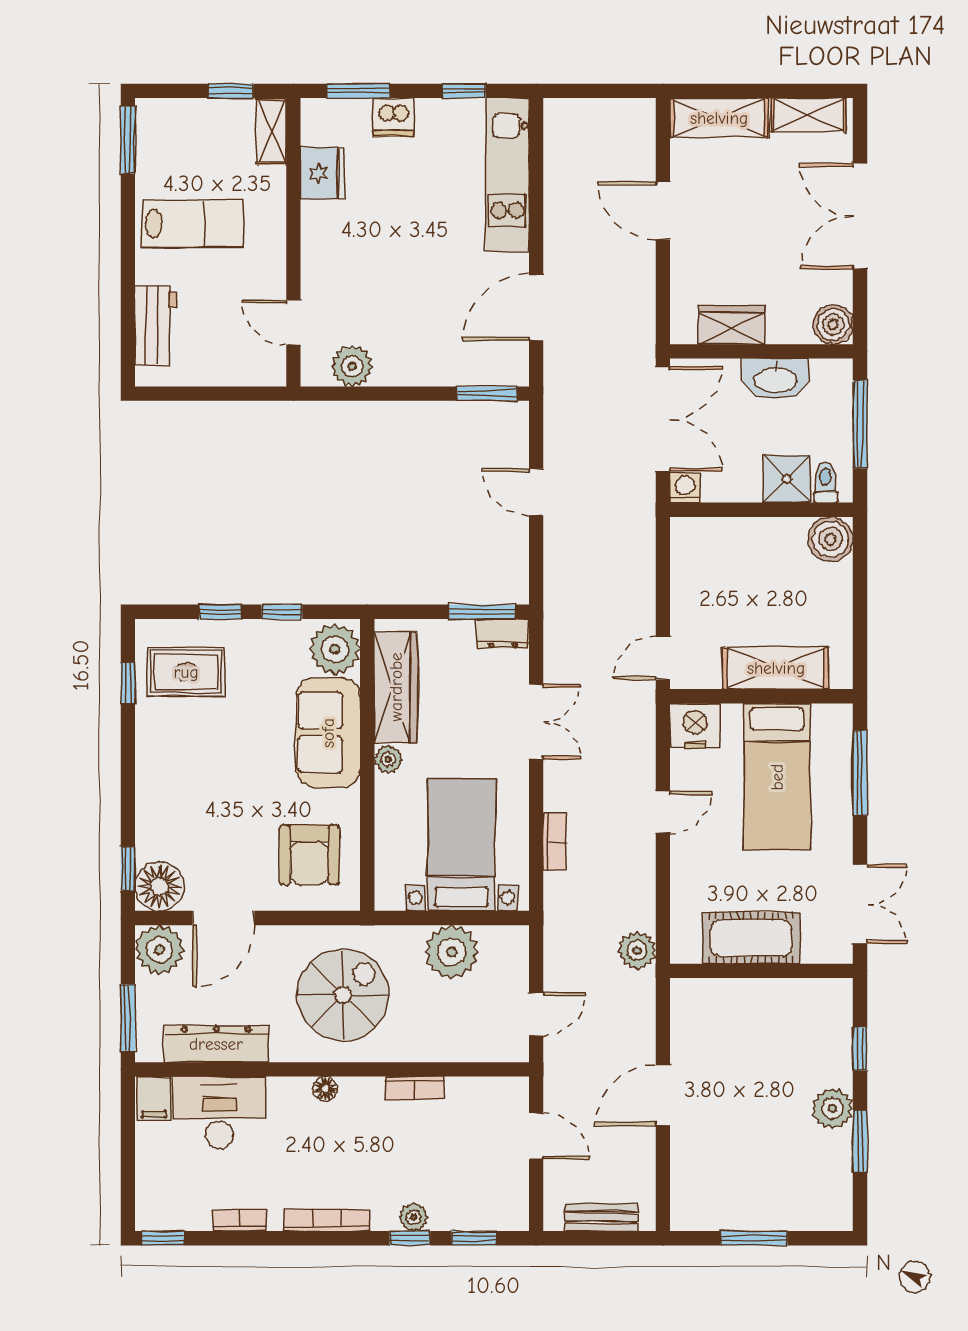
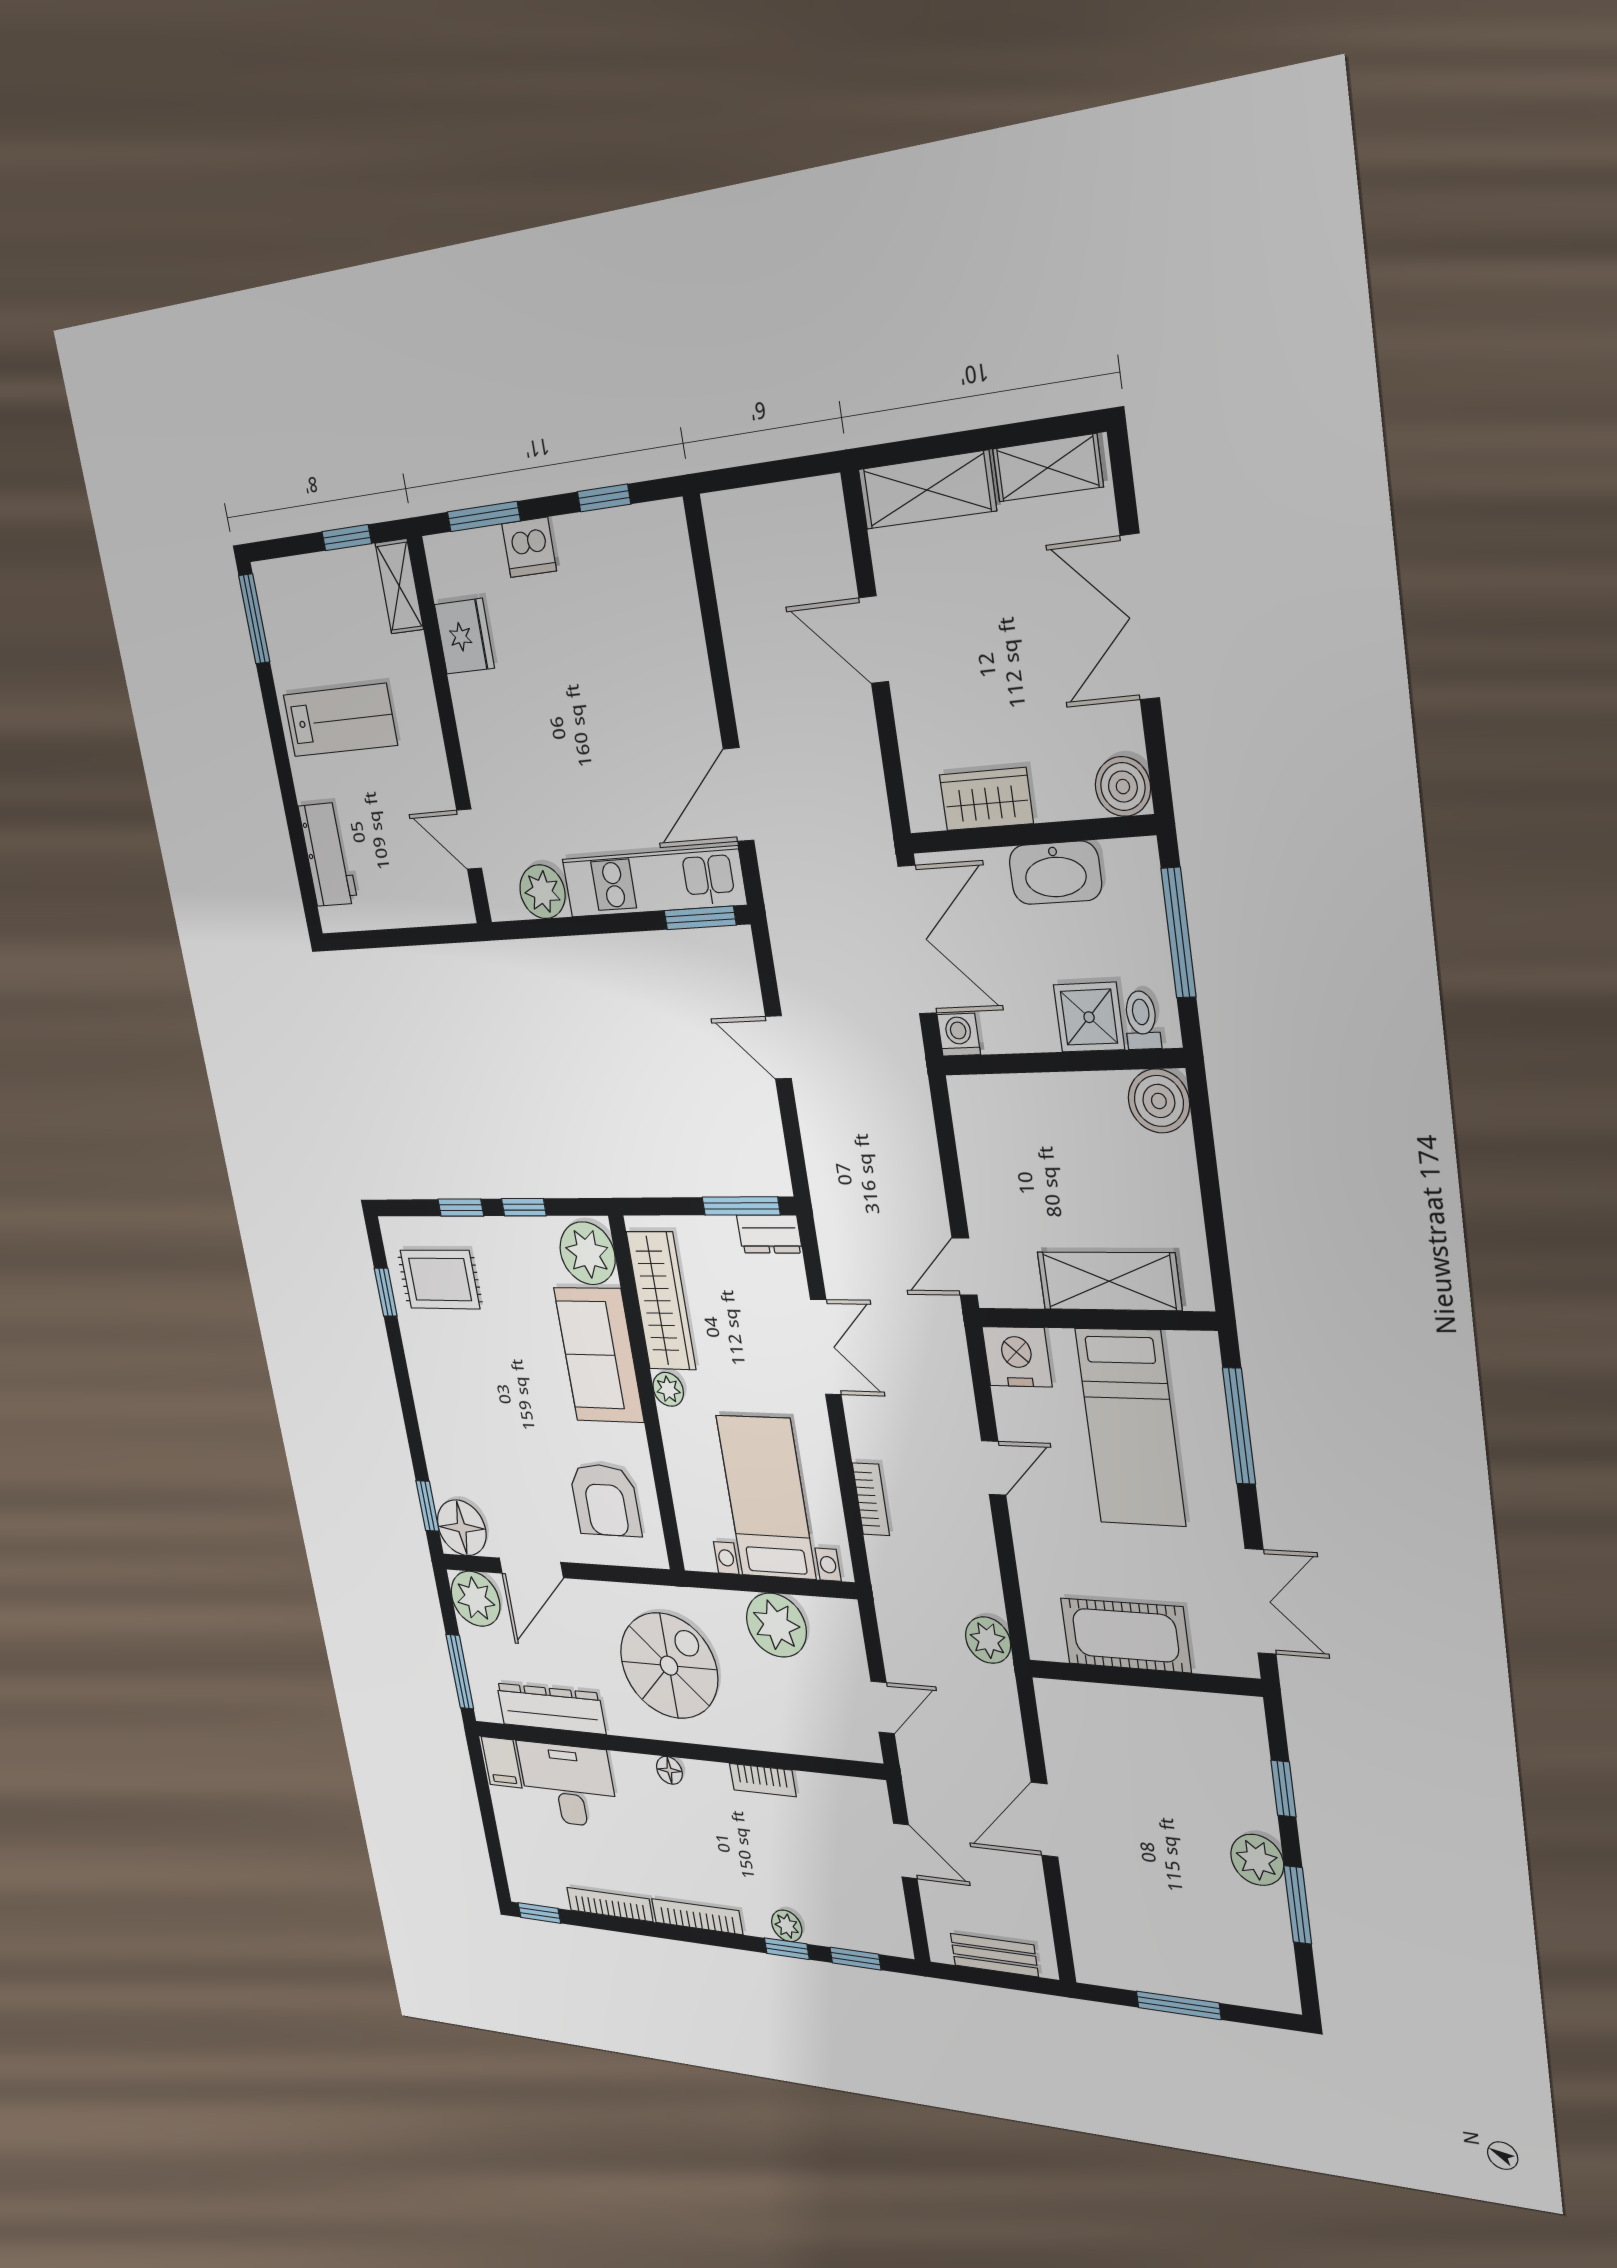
kitchen unit: (507, 175) -> (654, 882), moved, turned 90
bookcase: (240, 1221) -> (610, 1905), width x1.56

